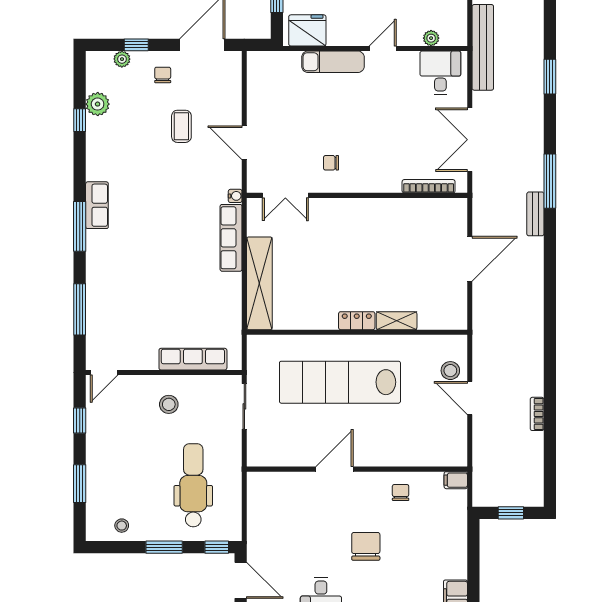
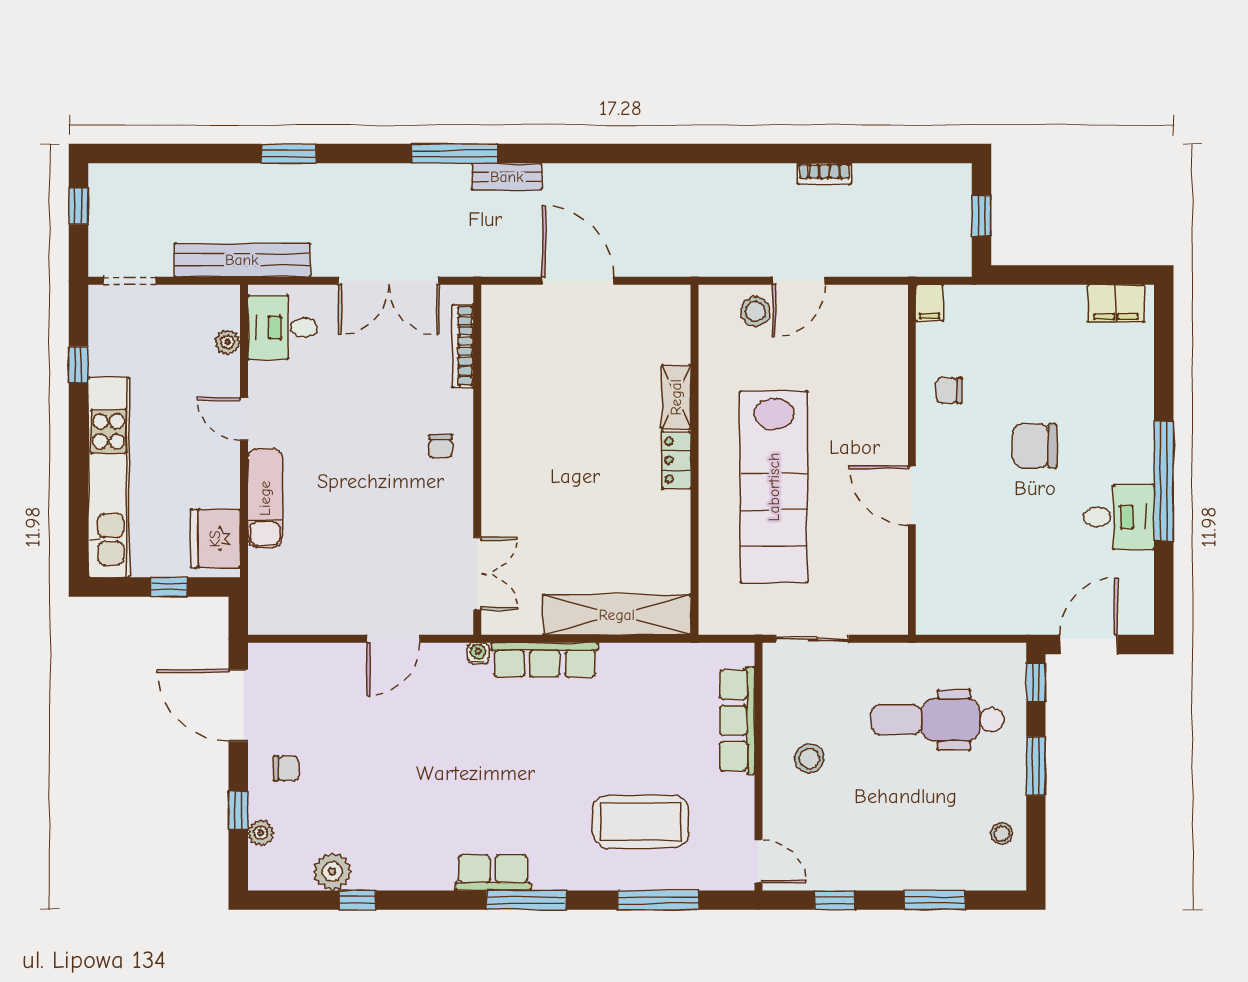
chair: (163, 75) -> (286, 768), turned 180
coffee table: (181, 126) -> (641, 821), moved, width x1.86, depth x1.72
chair: (331, 163) -> (441, 446), moved

